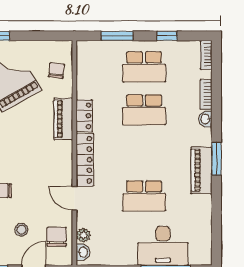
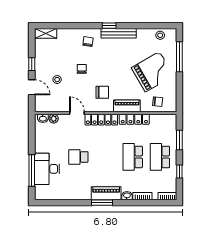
locker: (84, 116) -> (134, 119), width x1.53
piano: (201, 170) -> (106, 193), moved
school desk: (144, 196) -> (78, 157), width x0.54
door: (74, 198) -> (77, 113), hinge flipped
chair: (57, 237) -> (102, 92), moved

